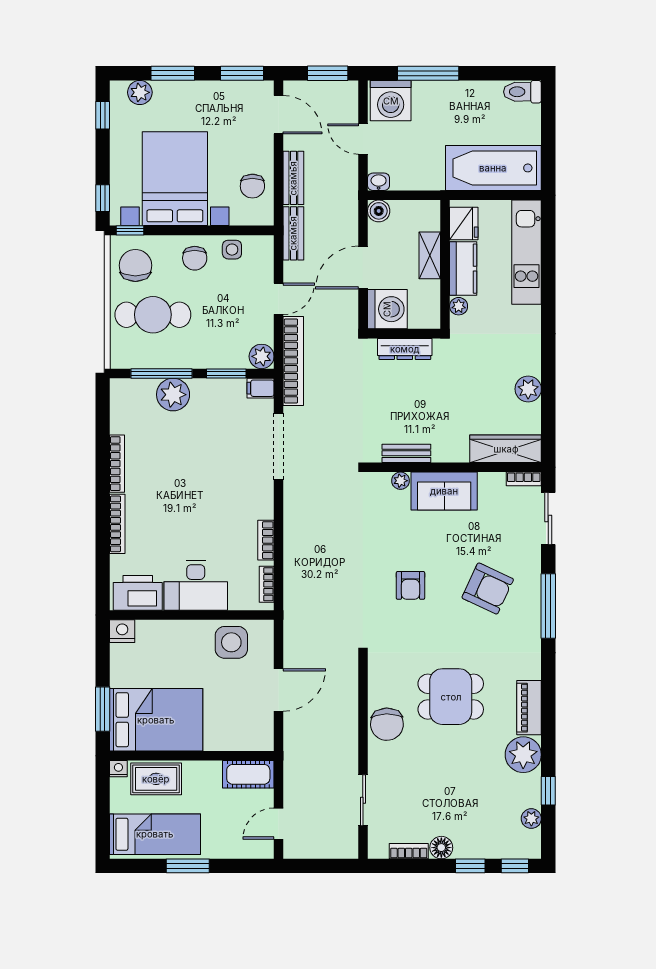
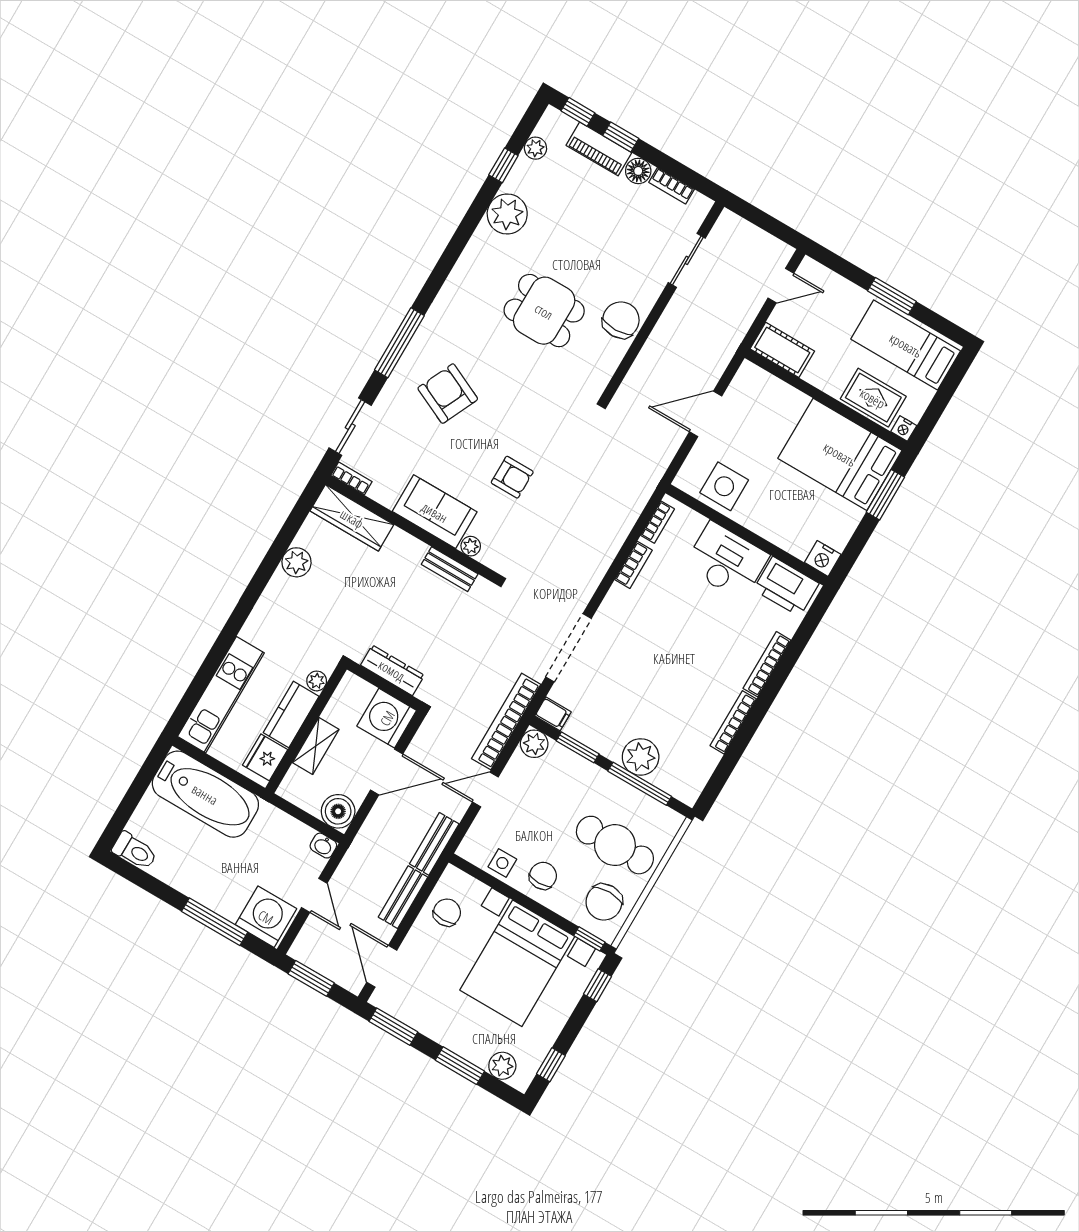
boiler: (379, 211) -> (338, 811), width x1.36, depth x1.36
armchair: (410, 585) -> (512, 477), moved, turned 90
piano: (529, 708) -> (599, 149), moved, turned 90

